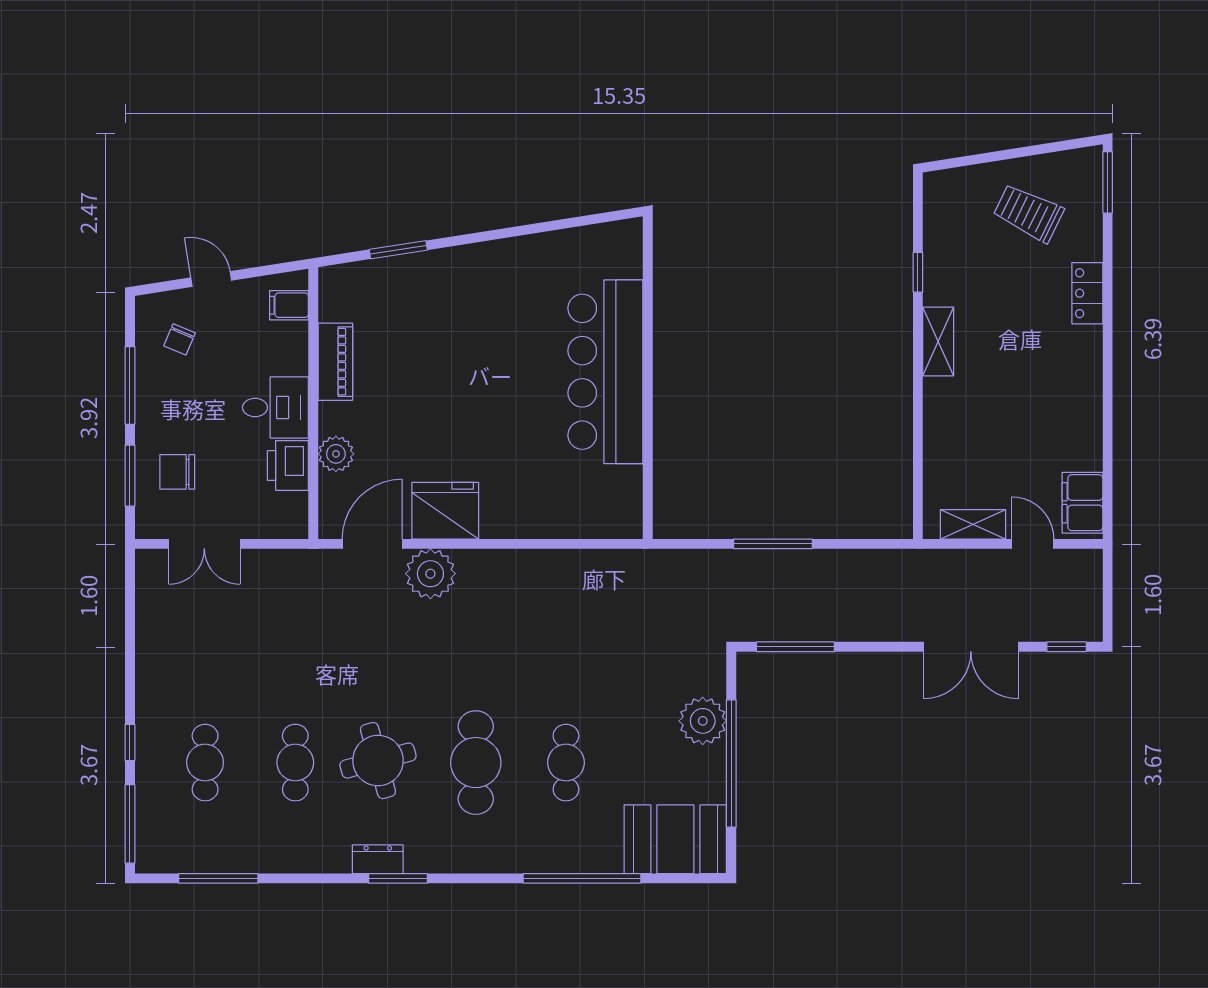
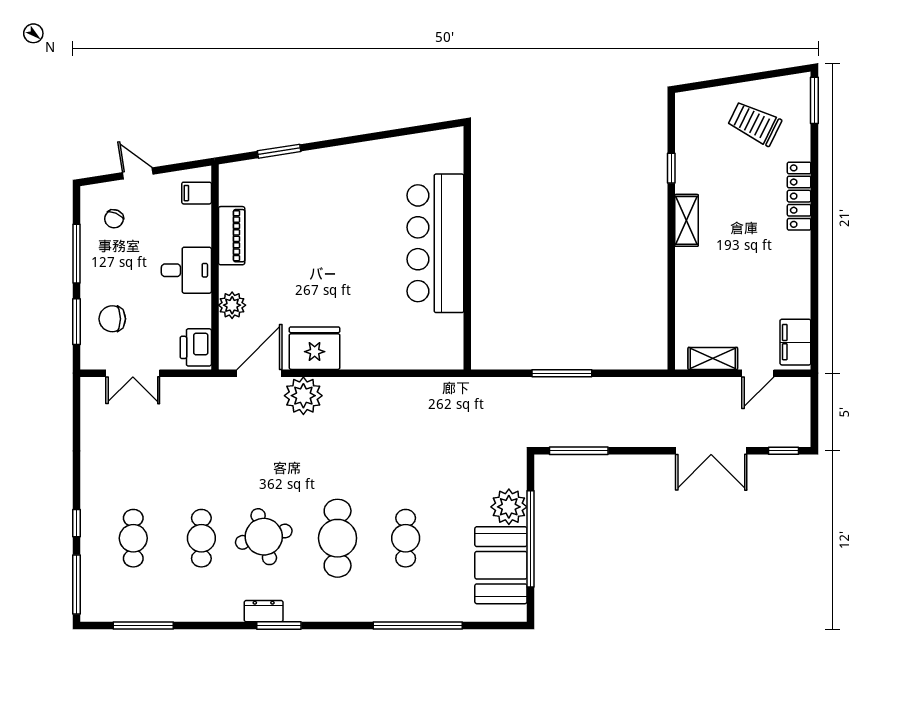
locker: (1087, 293) -> (799, 196), width x1.53
printer: (288, 465) -> (196, 347), moved
door: (1033, 544) -> (758, 373), swing flipped
booth: (675, 839) -> (501, 565), moved, turned 90

